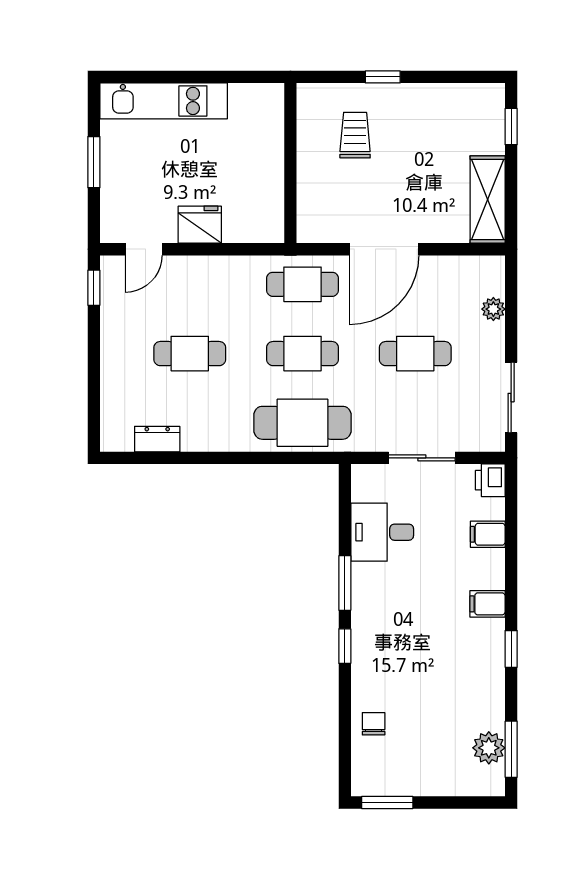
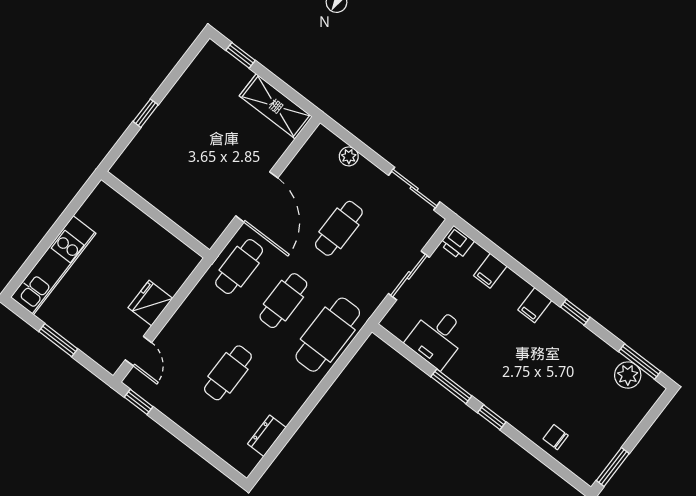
trolley: (355, 135) -> (169, 159), removed

